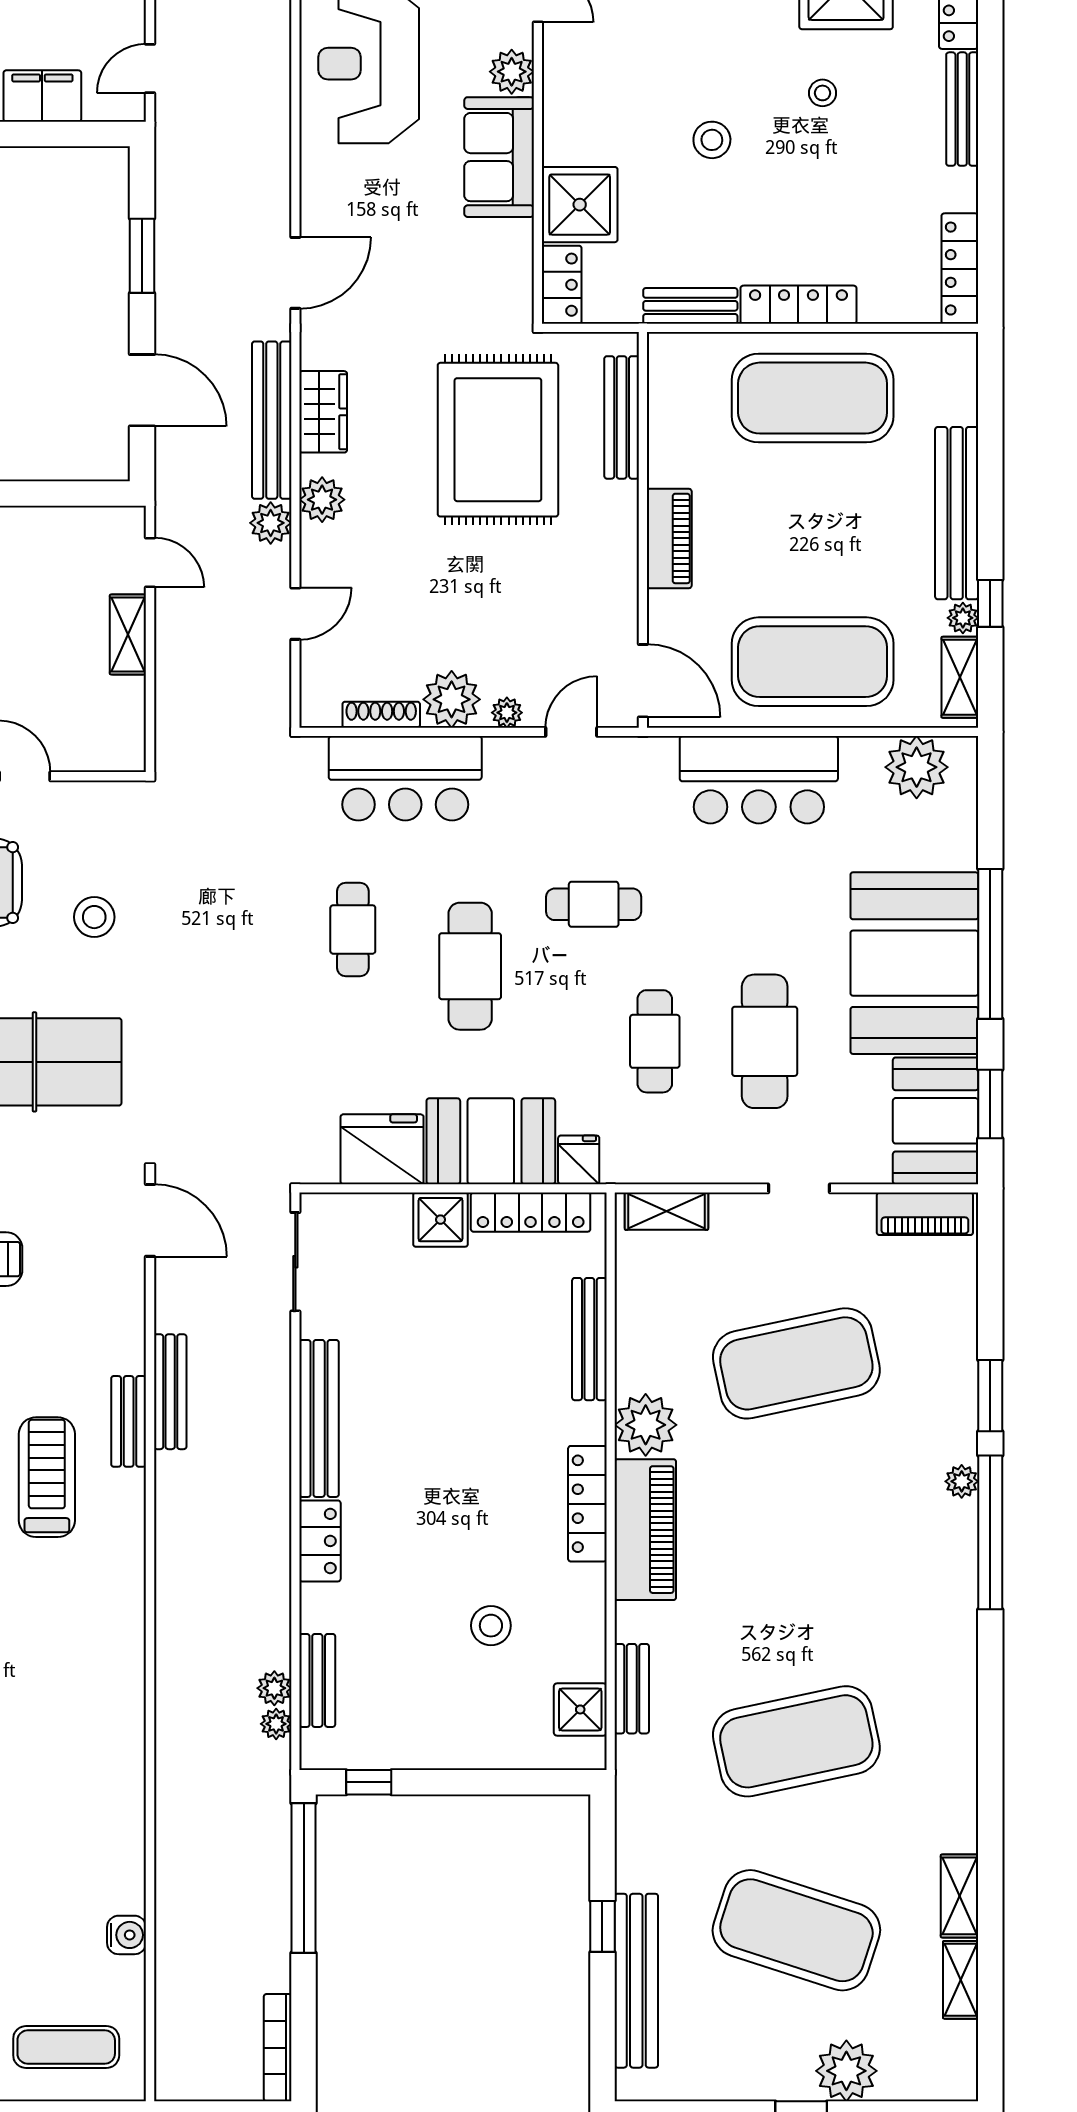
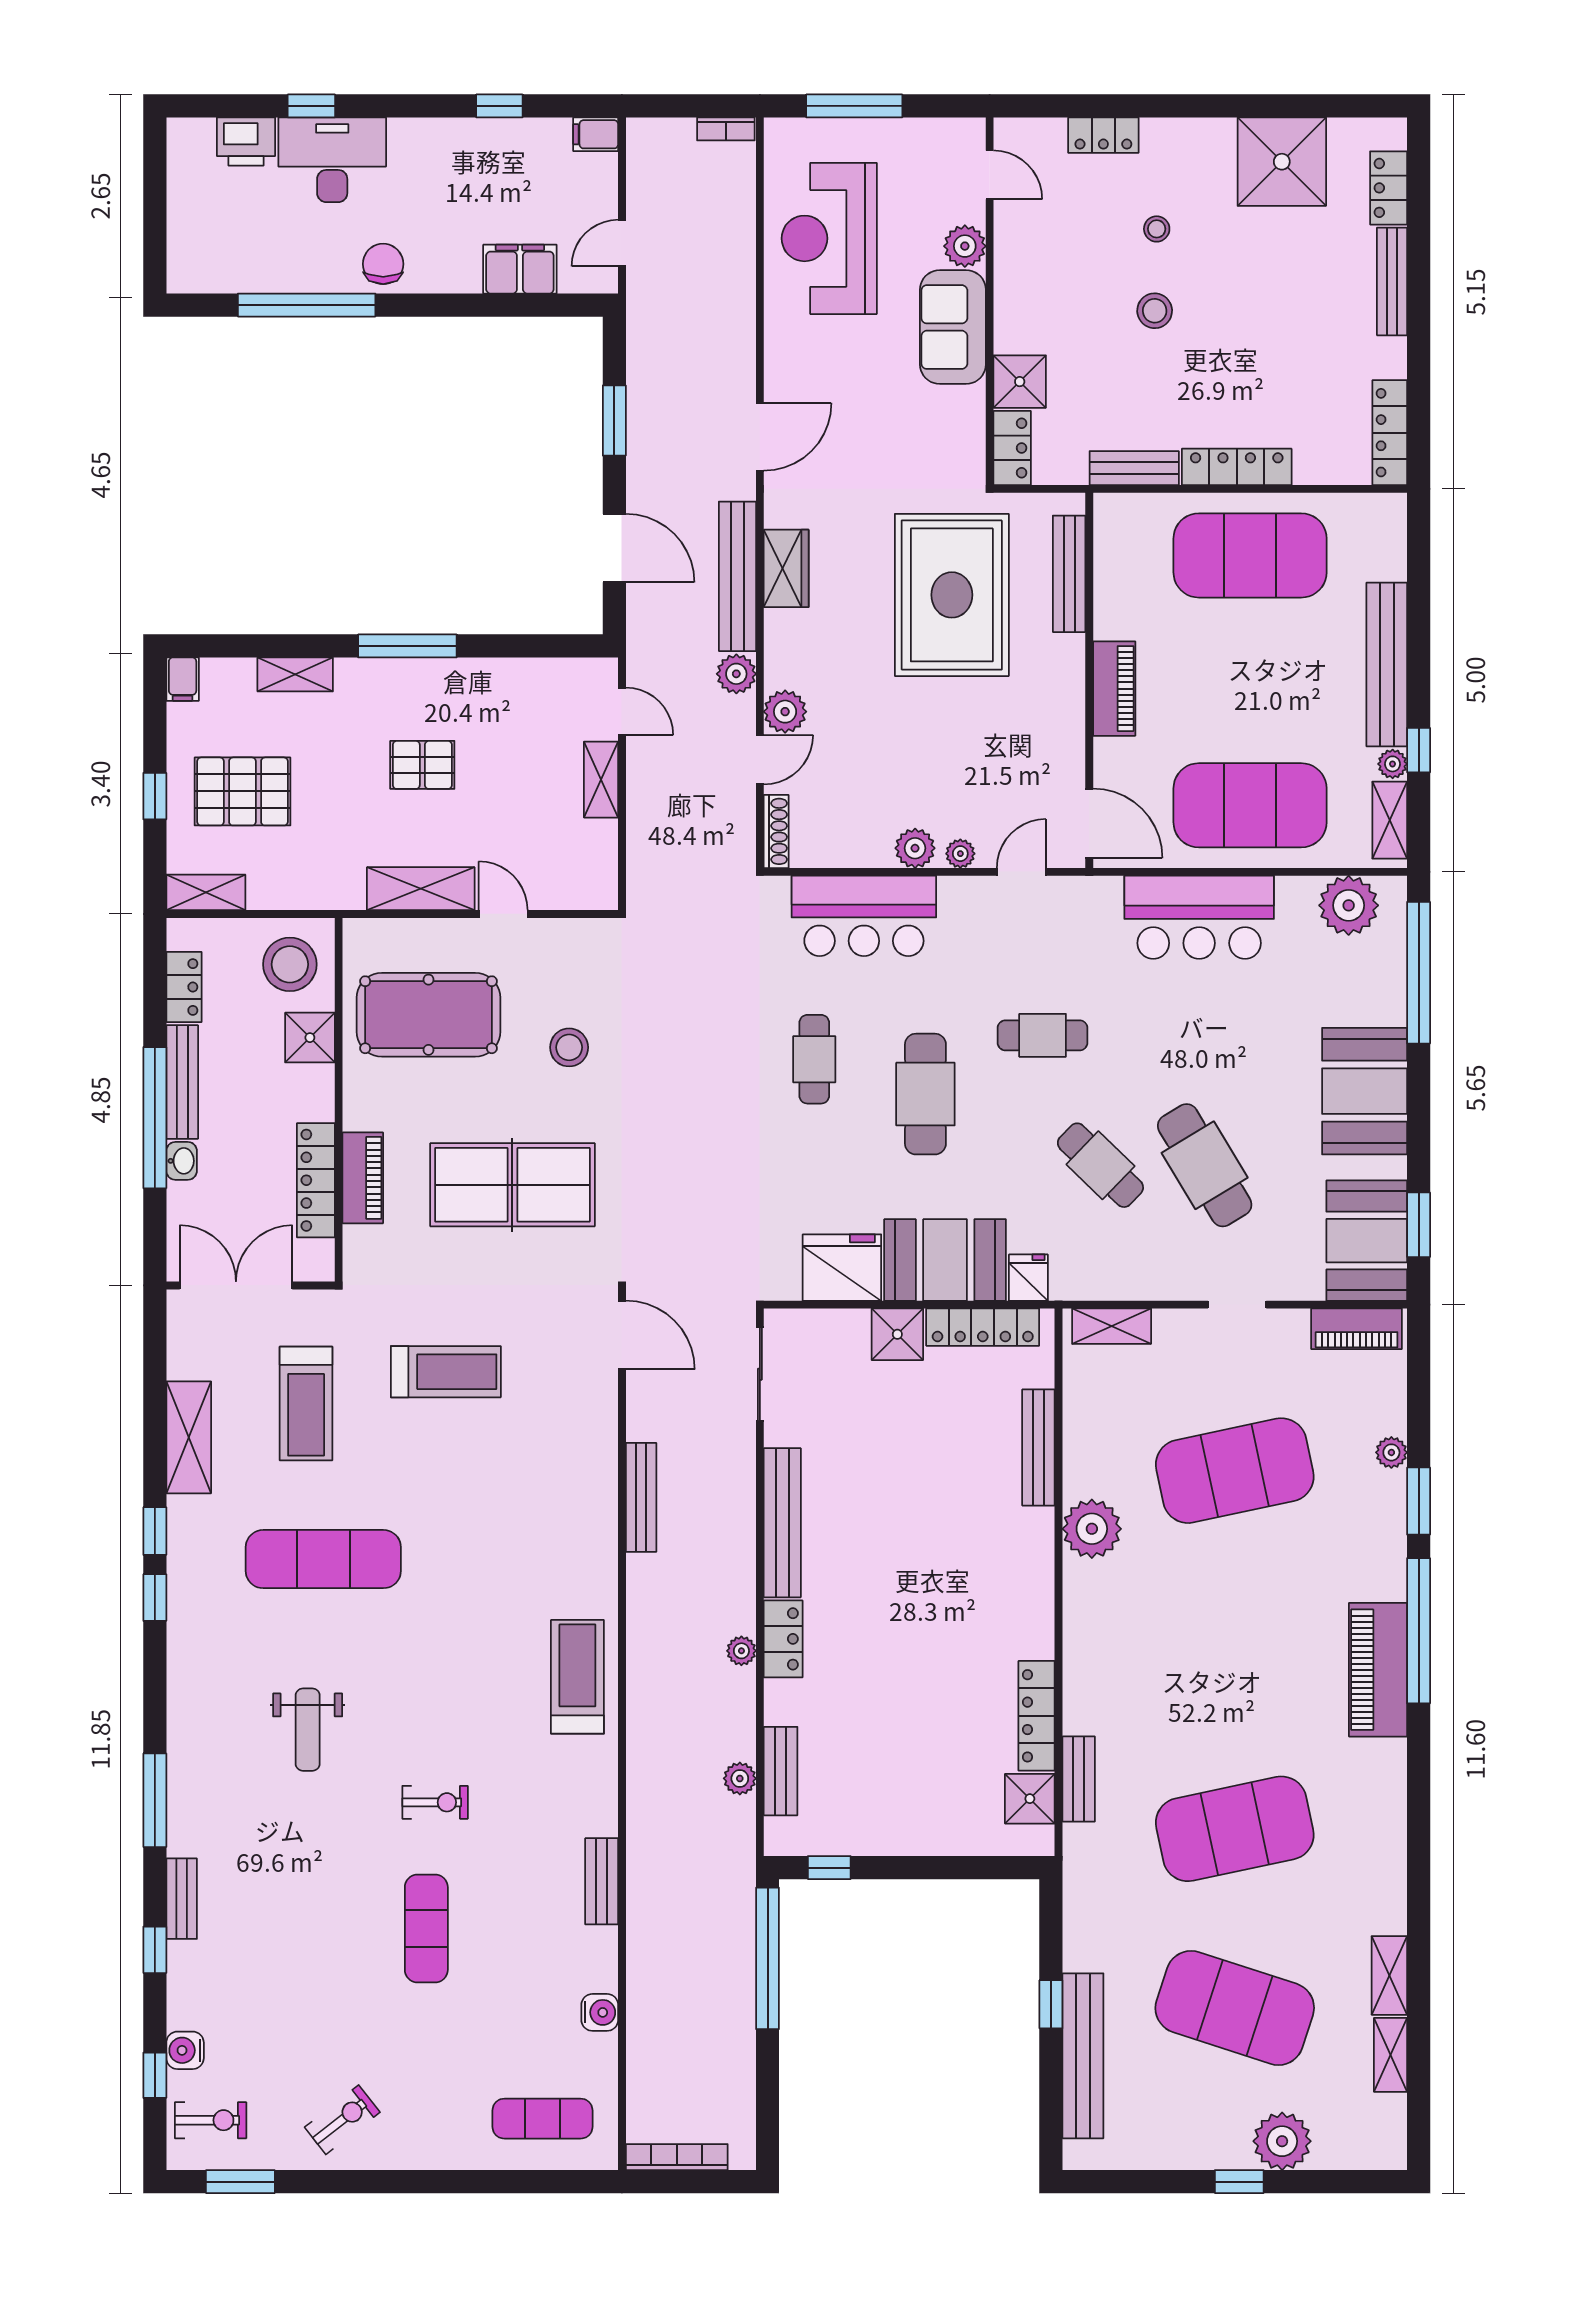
stool: (823, 93) -> (1157, 229), moved
shower: (580, 205) -> (1020, 382), width x0.73, depth x0.73
plant: (322, 500) -> (785, 712), moved
plant: (452, 699) -> (915, 848), width x0.73, depth x0.73
shoe rack: (381, 715) -> (776, 831), moved, turned 90
window: (990, 944) -> (1419, 973), moved
booth: (914, 963) -> (1365, 1091), width x0.73, depth x0.70
cafe table: (655, 1041) -> (1100, 1165), turned -46
cafe table: (765, 1041) -> (1205, 1165), turned -31
bench: (129, 1421) -> (602, 1881), moved
treadmill: (47, 1477) -> (577, 1677), moved
plant: (962, 1481) -> (1391, 1452), moved
locker: (587, 1504) -> (1037, 1716), moved
piano: (645, 1530) -> (1378, 1670), moved, turned 180
stool: (491, 1626) -> (945, 1719), removed
plant: (276, 1724) -> (741, 1651), moved
bookcase: (278, 2048) -> (677, 2157), moved, turned 90

